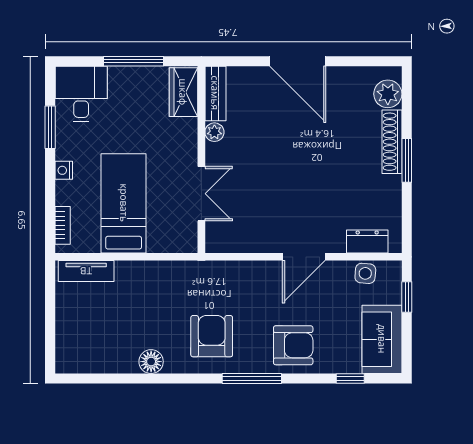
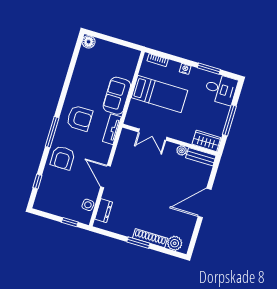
tv unit: (86, 271) -> (112, 129), moved
sofa: (382, 339) -> (117, 96), moved, turned -90
floor lamp: (151, 362) -> (89, 42), moved

